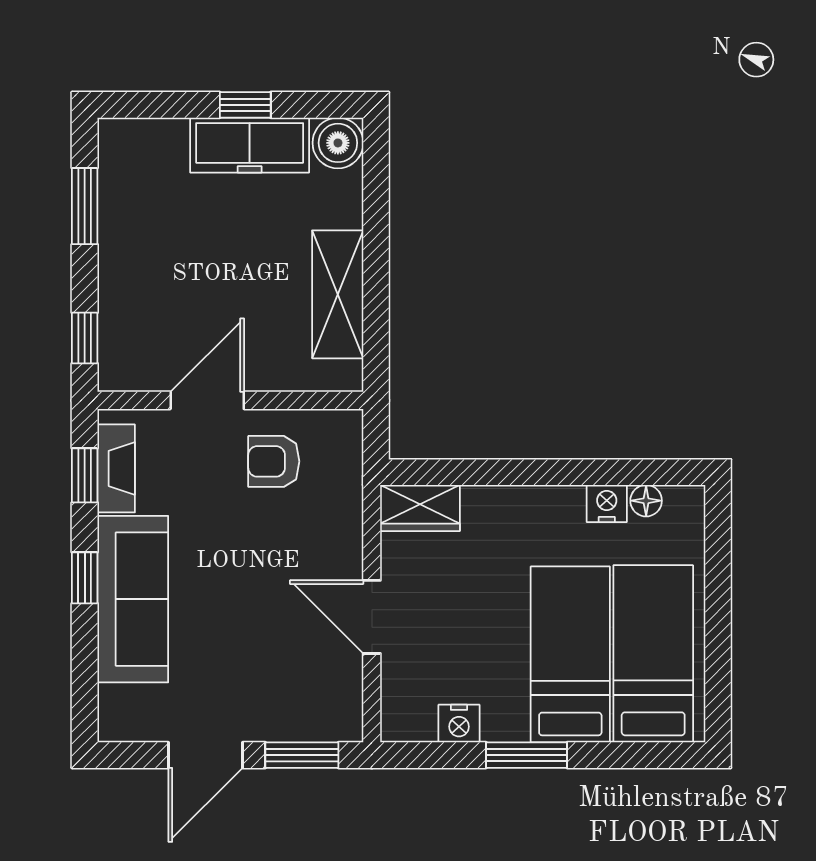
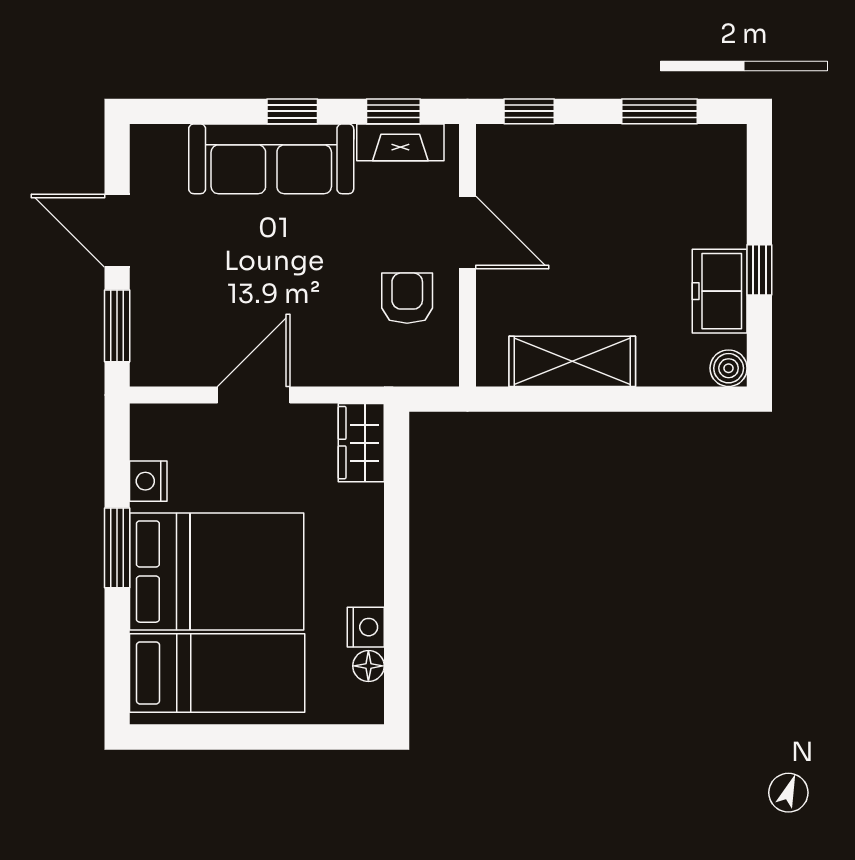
boiler: (338, 143) -> (729, 368), width x0.73, depth x0.73
freezer: (250, 145) -> (720, 291), width x0.71
bed: (570, 654) -> (217, 572), width x1.50

